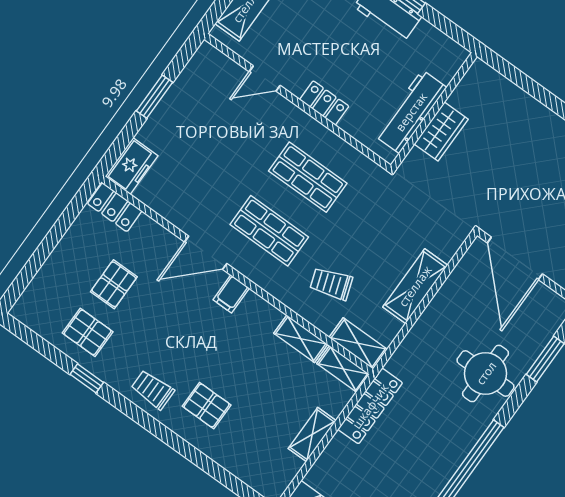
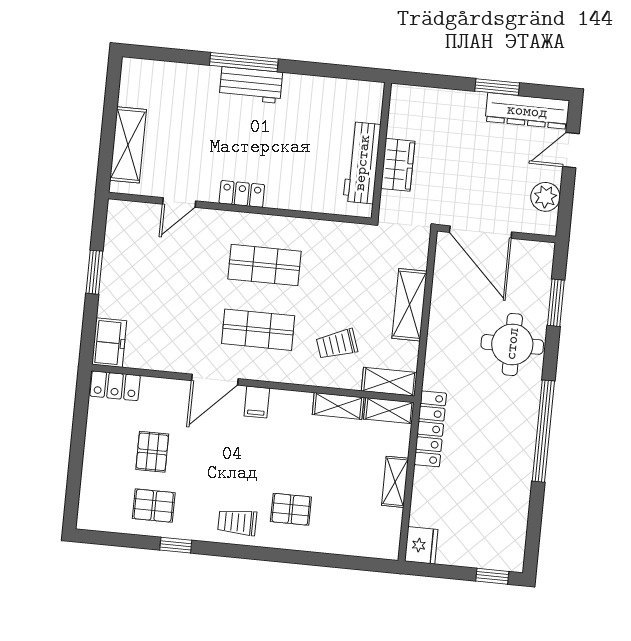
wall: (434, 111) -> (381, 151), moved
workbench: (411, 112) -> (362, 163), moved
wardrobe: (441, 132) -> (398, 165), moved

